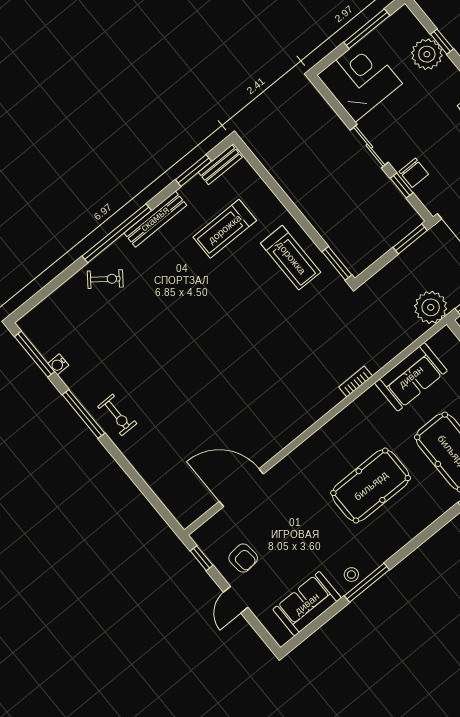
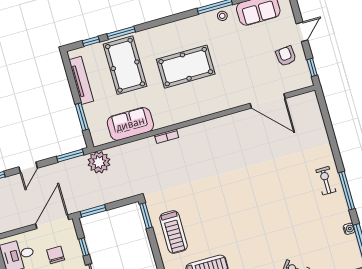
chair: (414, 173) -> (56, 255), moved
treadmill: (291, 258) -> (173, 232), turned 180

